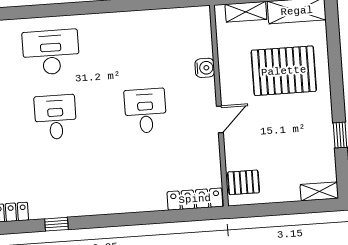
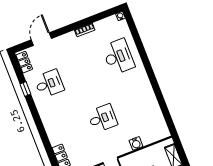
desk: (55, 117) -> (49, 84), moved

